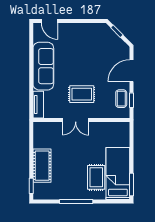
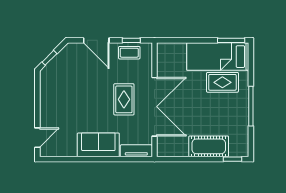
sofa: (43, 66) -> (98, 145), width x0.73
double door: (76, 120) -> (155, 107), width x1.87

